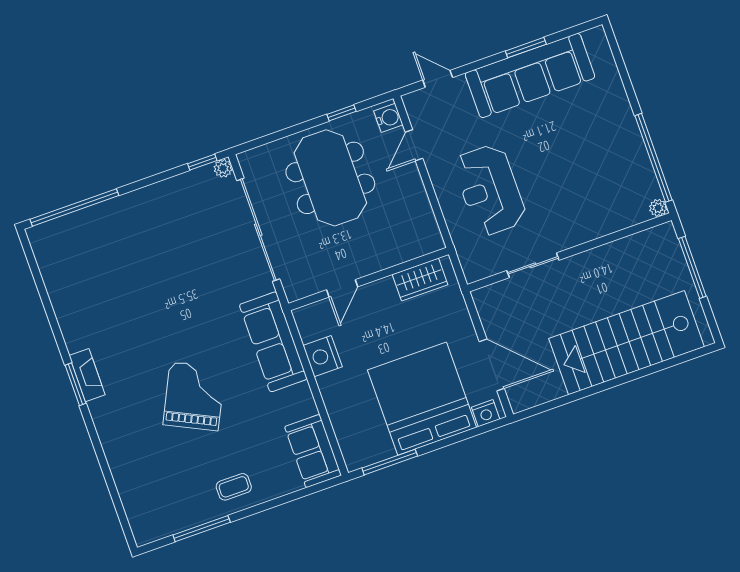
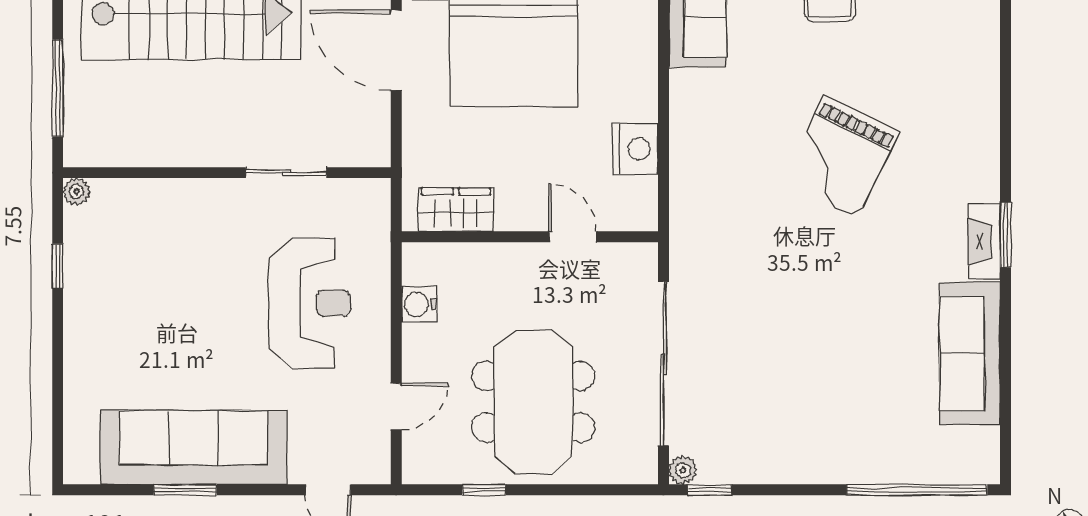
water cooler: (388, 118) -> (419, 304), moved
window: (654, 158) -> (58, 266), width x0.32
door: (342, 288) -> (572, 237), hinge flipped
sofa: (273, 342) -> (970, 354), moved, turned 180

